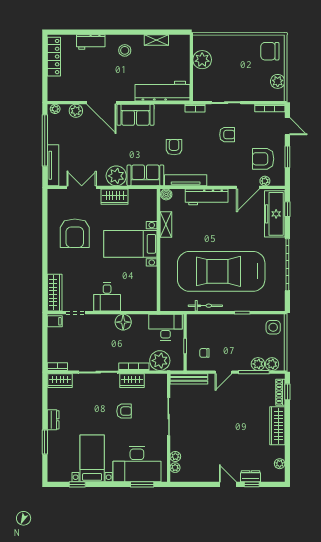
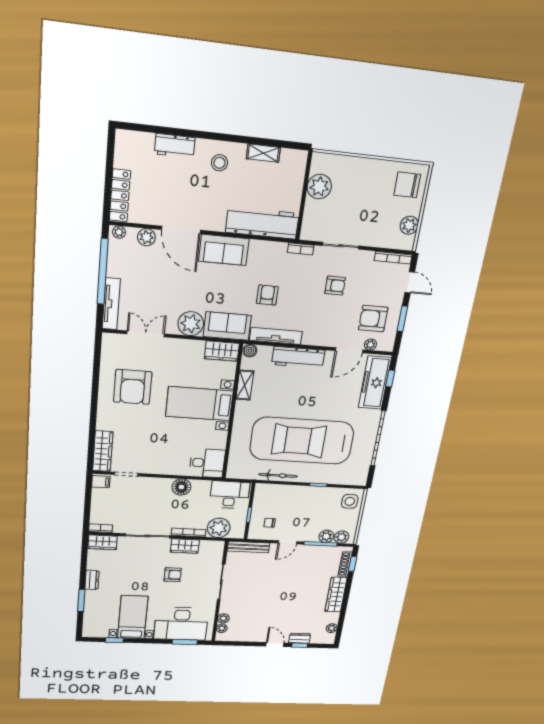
locker: (54, 57) -> (120, 195), moved
wardrobe: (115, 197) -> (222, 351), moved
desk: (107, 297) -> (207, 463), moved, turned -90

